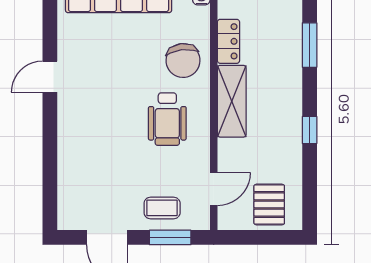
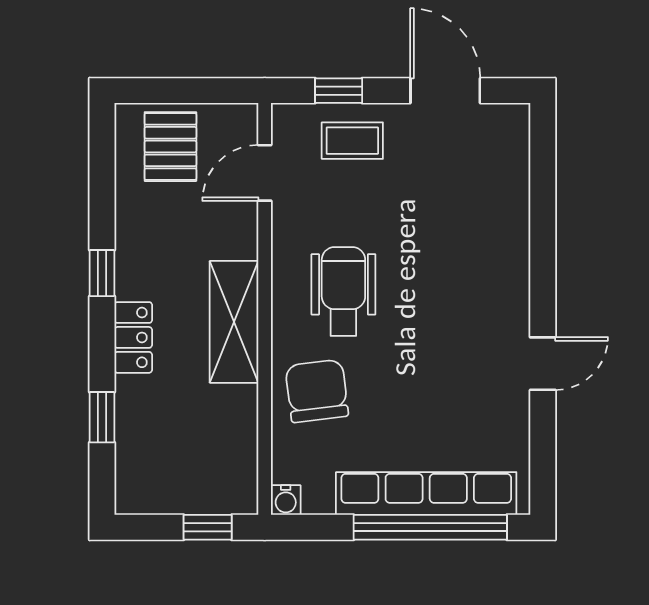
locker: (228, 41) -> (133, 337), moved, turned 180
window: (310, 45) -> (102, 417), width x0.67
window: (170, 237) -> (339, 91), width x0.67

